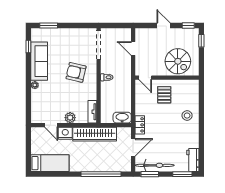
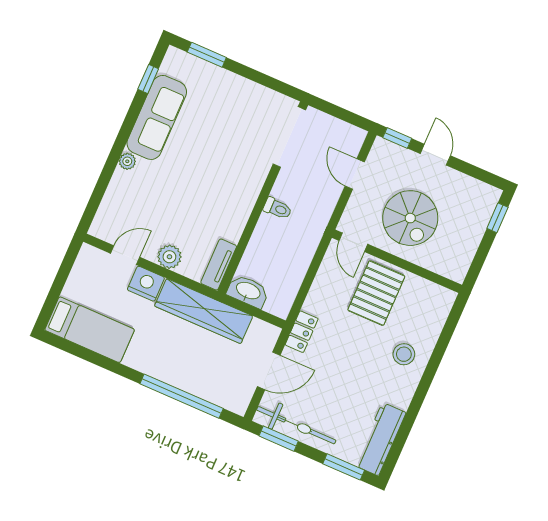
window: (188, 25) -> (397, 138), moved
spiral stairs: (178, 61) -> (410, 218), moved
armchair: (76, 72) -> (220, 172), removed
pallet: (164, 95) -> (376, 293), width x1.50, depth x1.42
washbasin: (122, 118) -> (248, 291), moved
door: (51, 125) -> (125, 255), swing flipped
workbench: (193, 160) -> (380, 439), width x1.38

